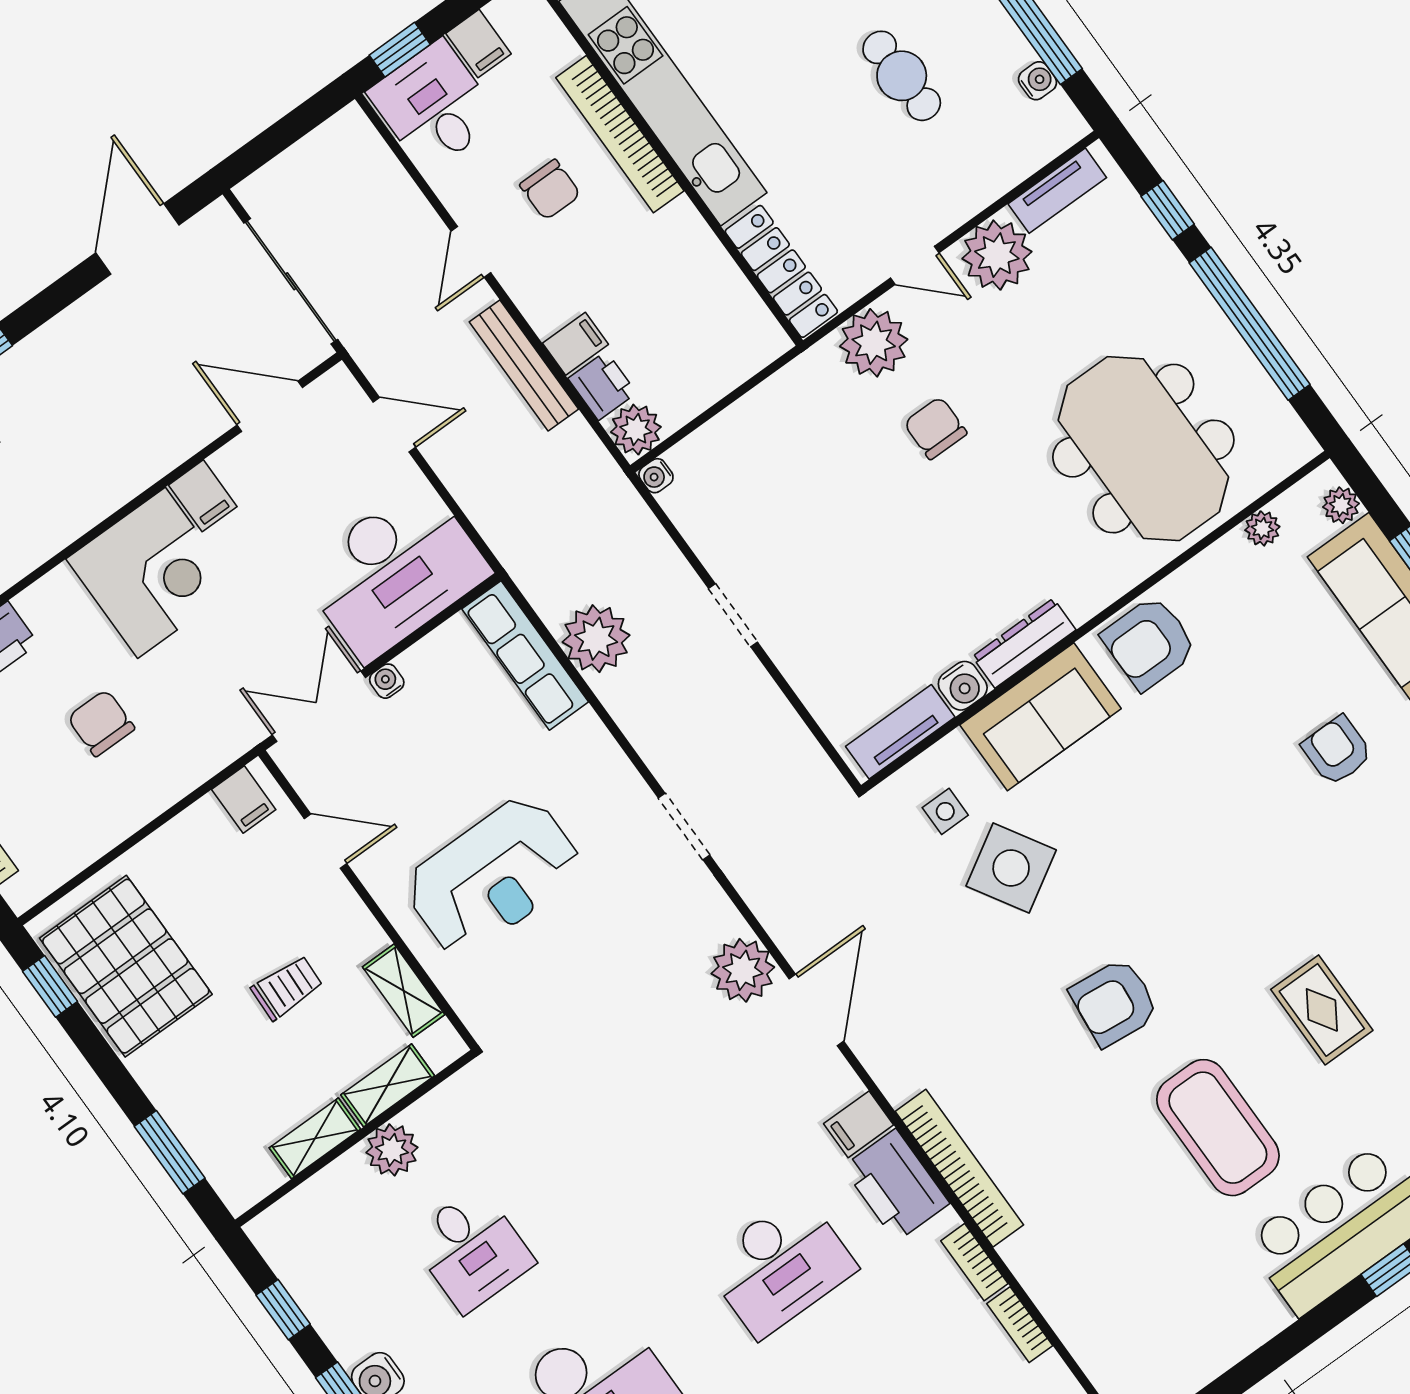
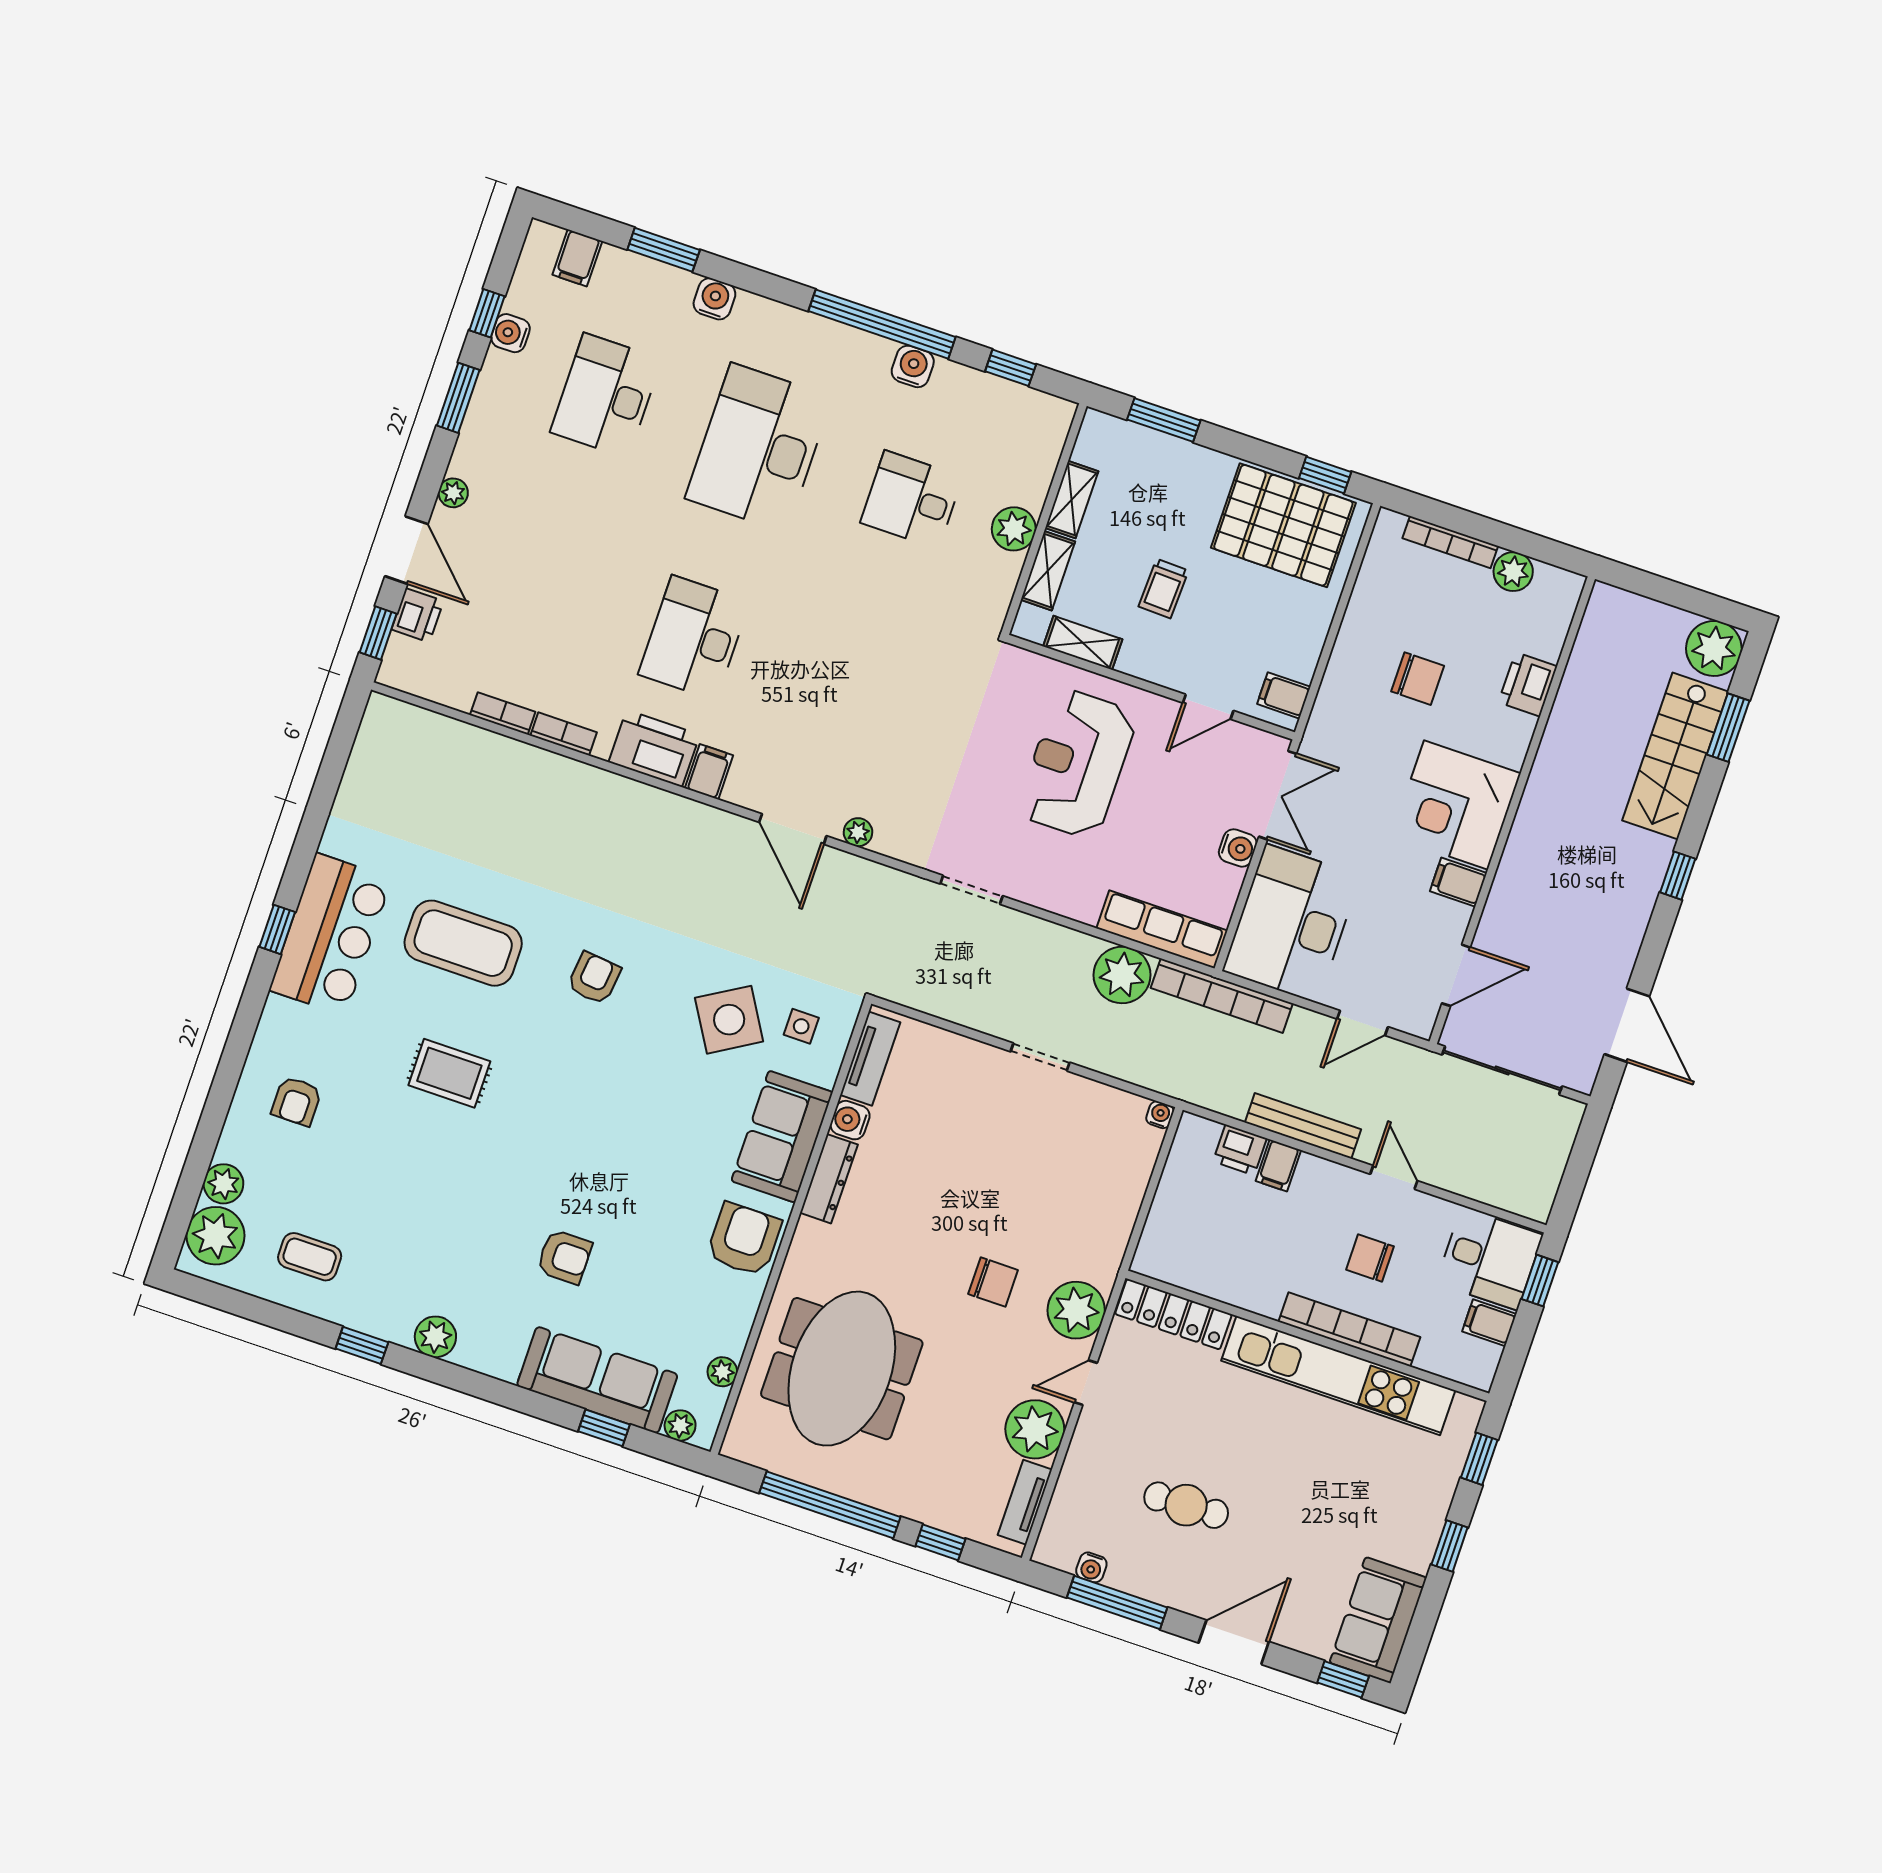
plant: (636, 430) -> (1196, 1136), removed
meeting table: (1143, 449) -> (842, 1369), turned 90
water cooler: (387, 681) -> (1238, 848), width x1.38, depth x1.38
plant: (743, 970) -> (858, 832), width x0.53, depth x0.53
armchair: (1114, 1002) -> (594, 978), width x0.72, depth x0.72
bookcase: (959, 1168) -> (1222, 996), moved

